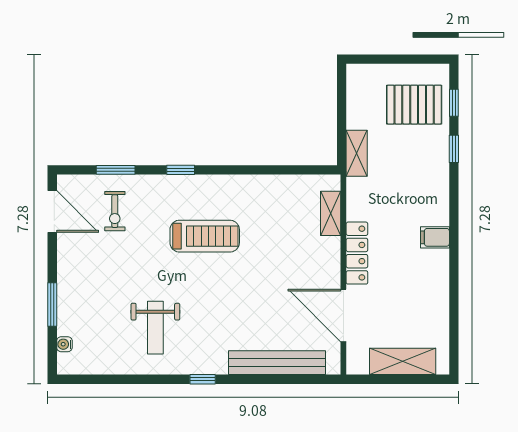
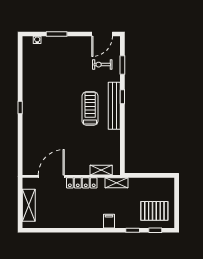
pallet: (414, 105) -> (154, 211), turned 90
shelving: (357, 153) -> (117, 183), moved
treadmill: (205, 236) -> (90, 108), turned 180
filing cabinet: (435, 237) -> (109, 221), moved
weight bench: (155, 328) -> (45, 84), removed
bench: (277, 363) -> (114, 106), moved

